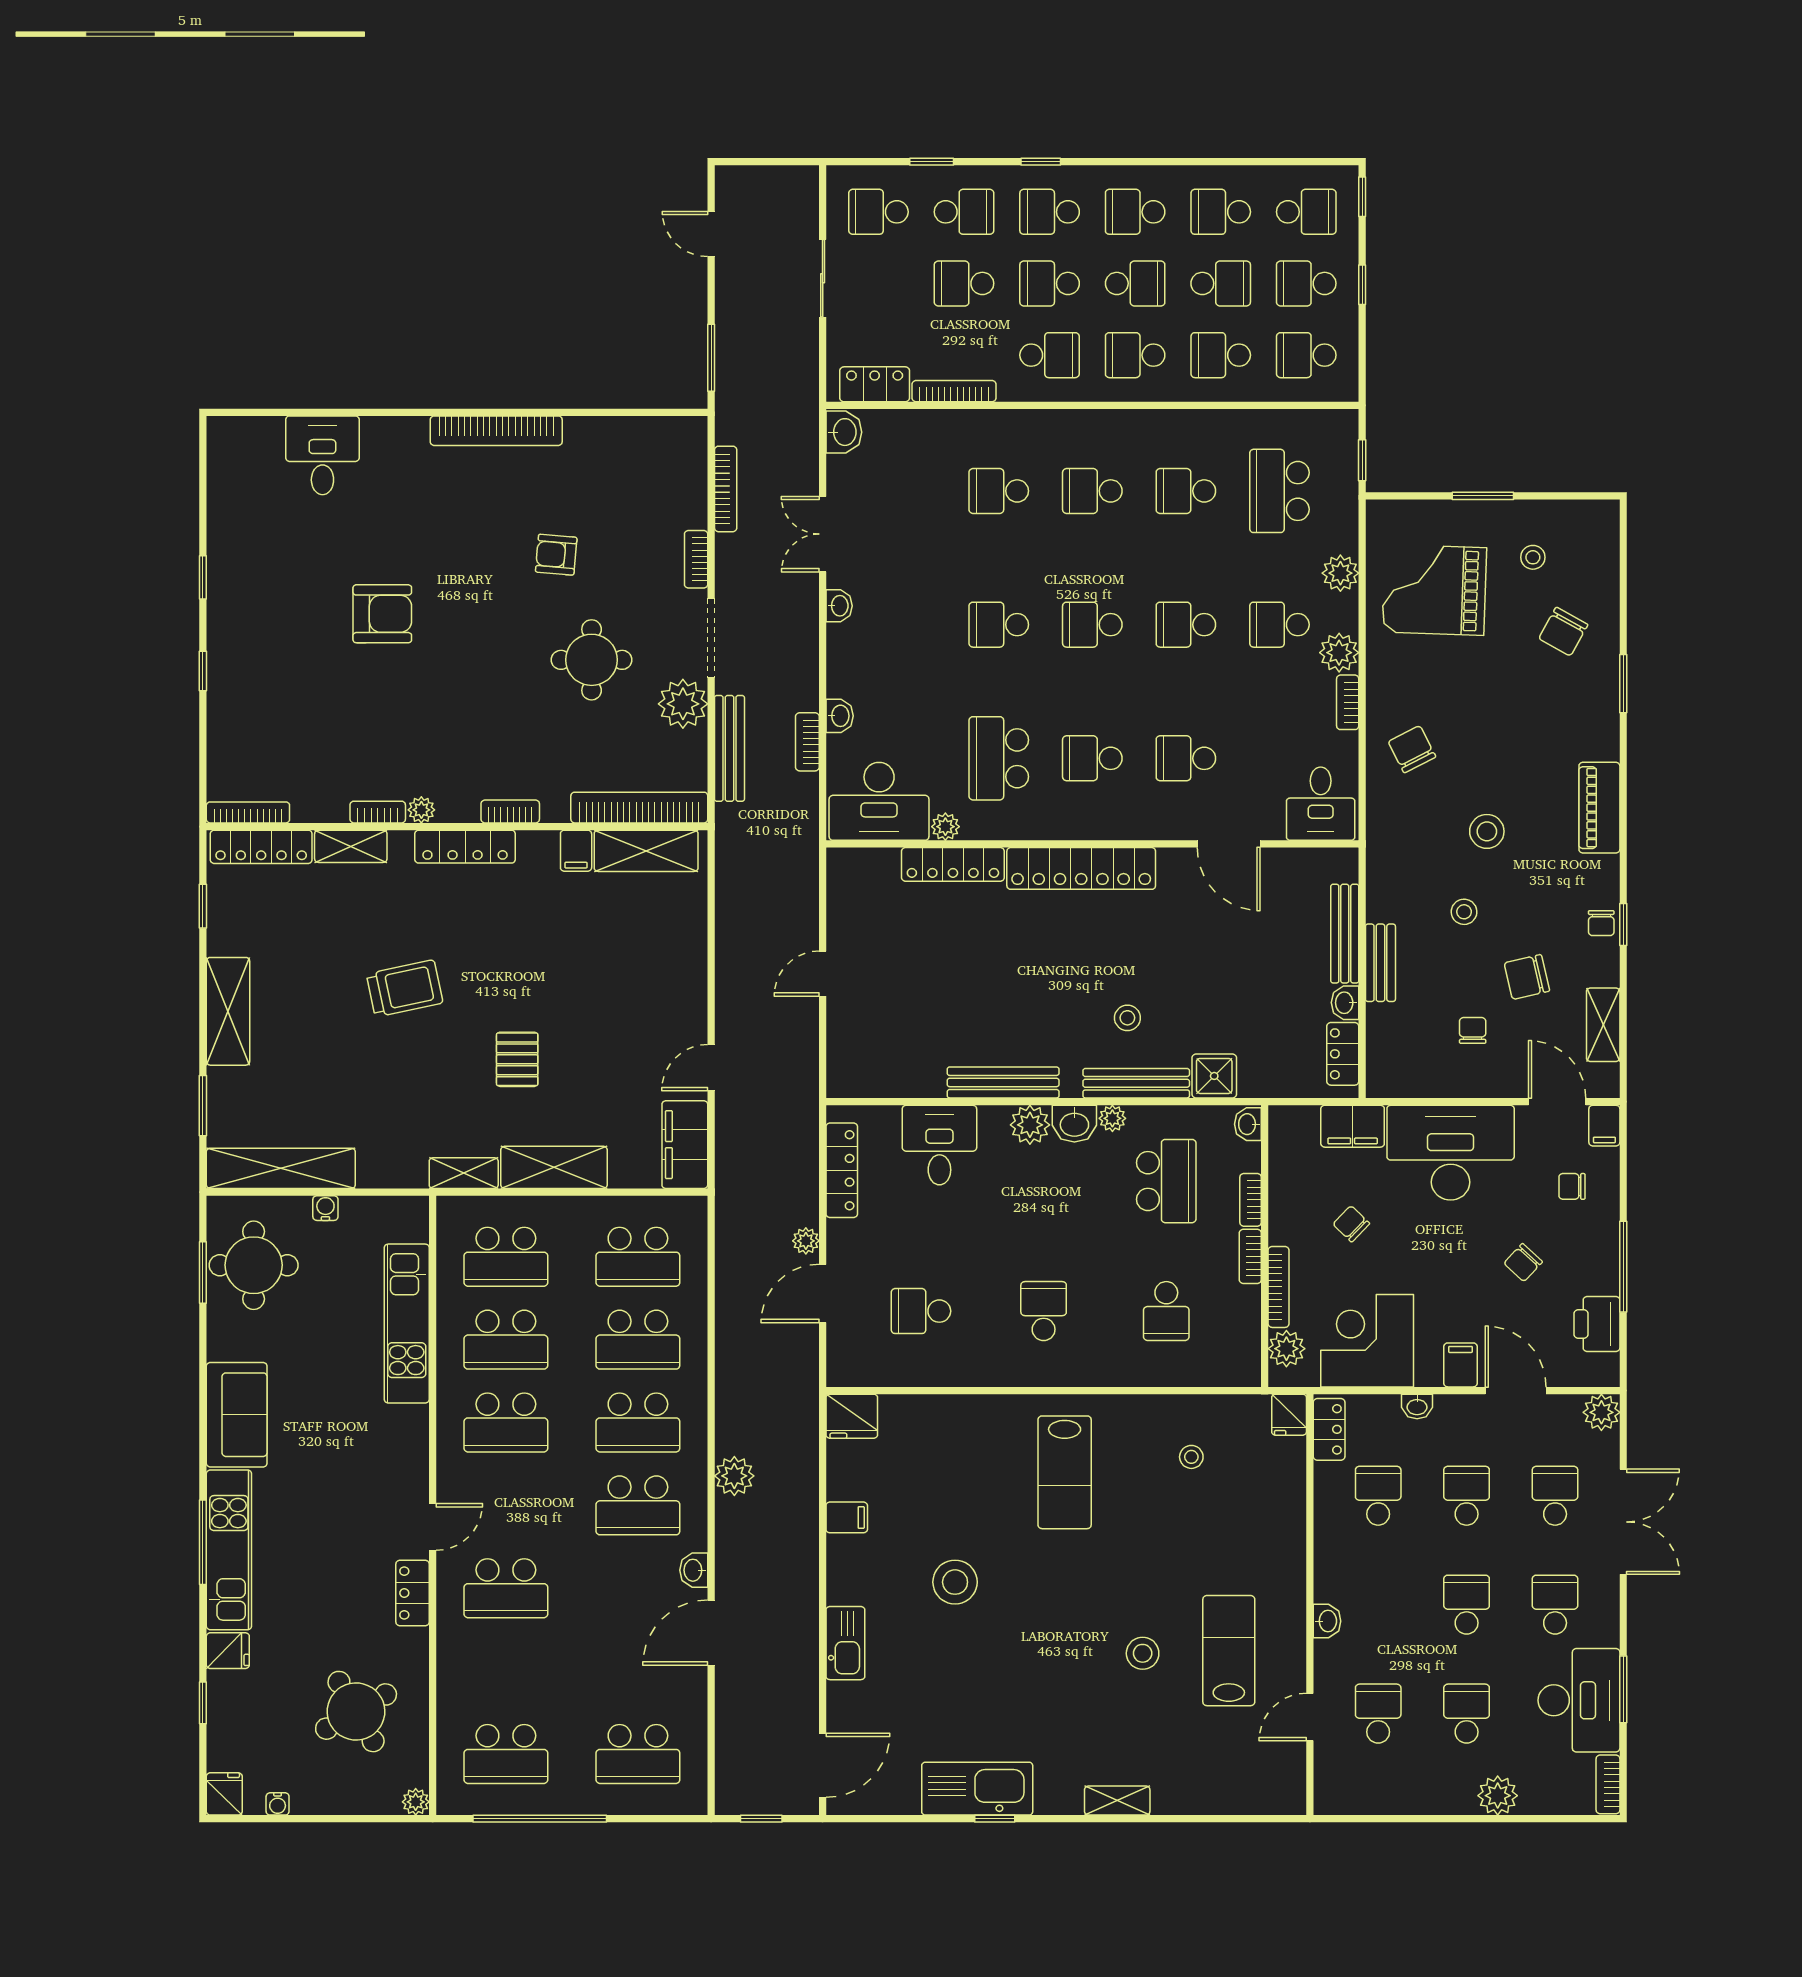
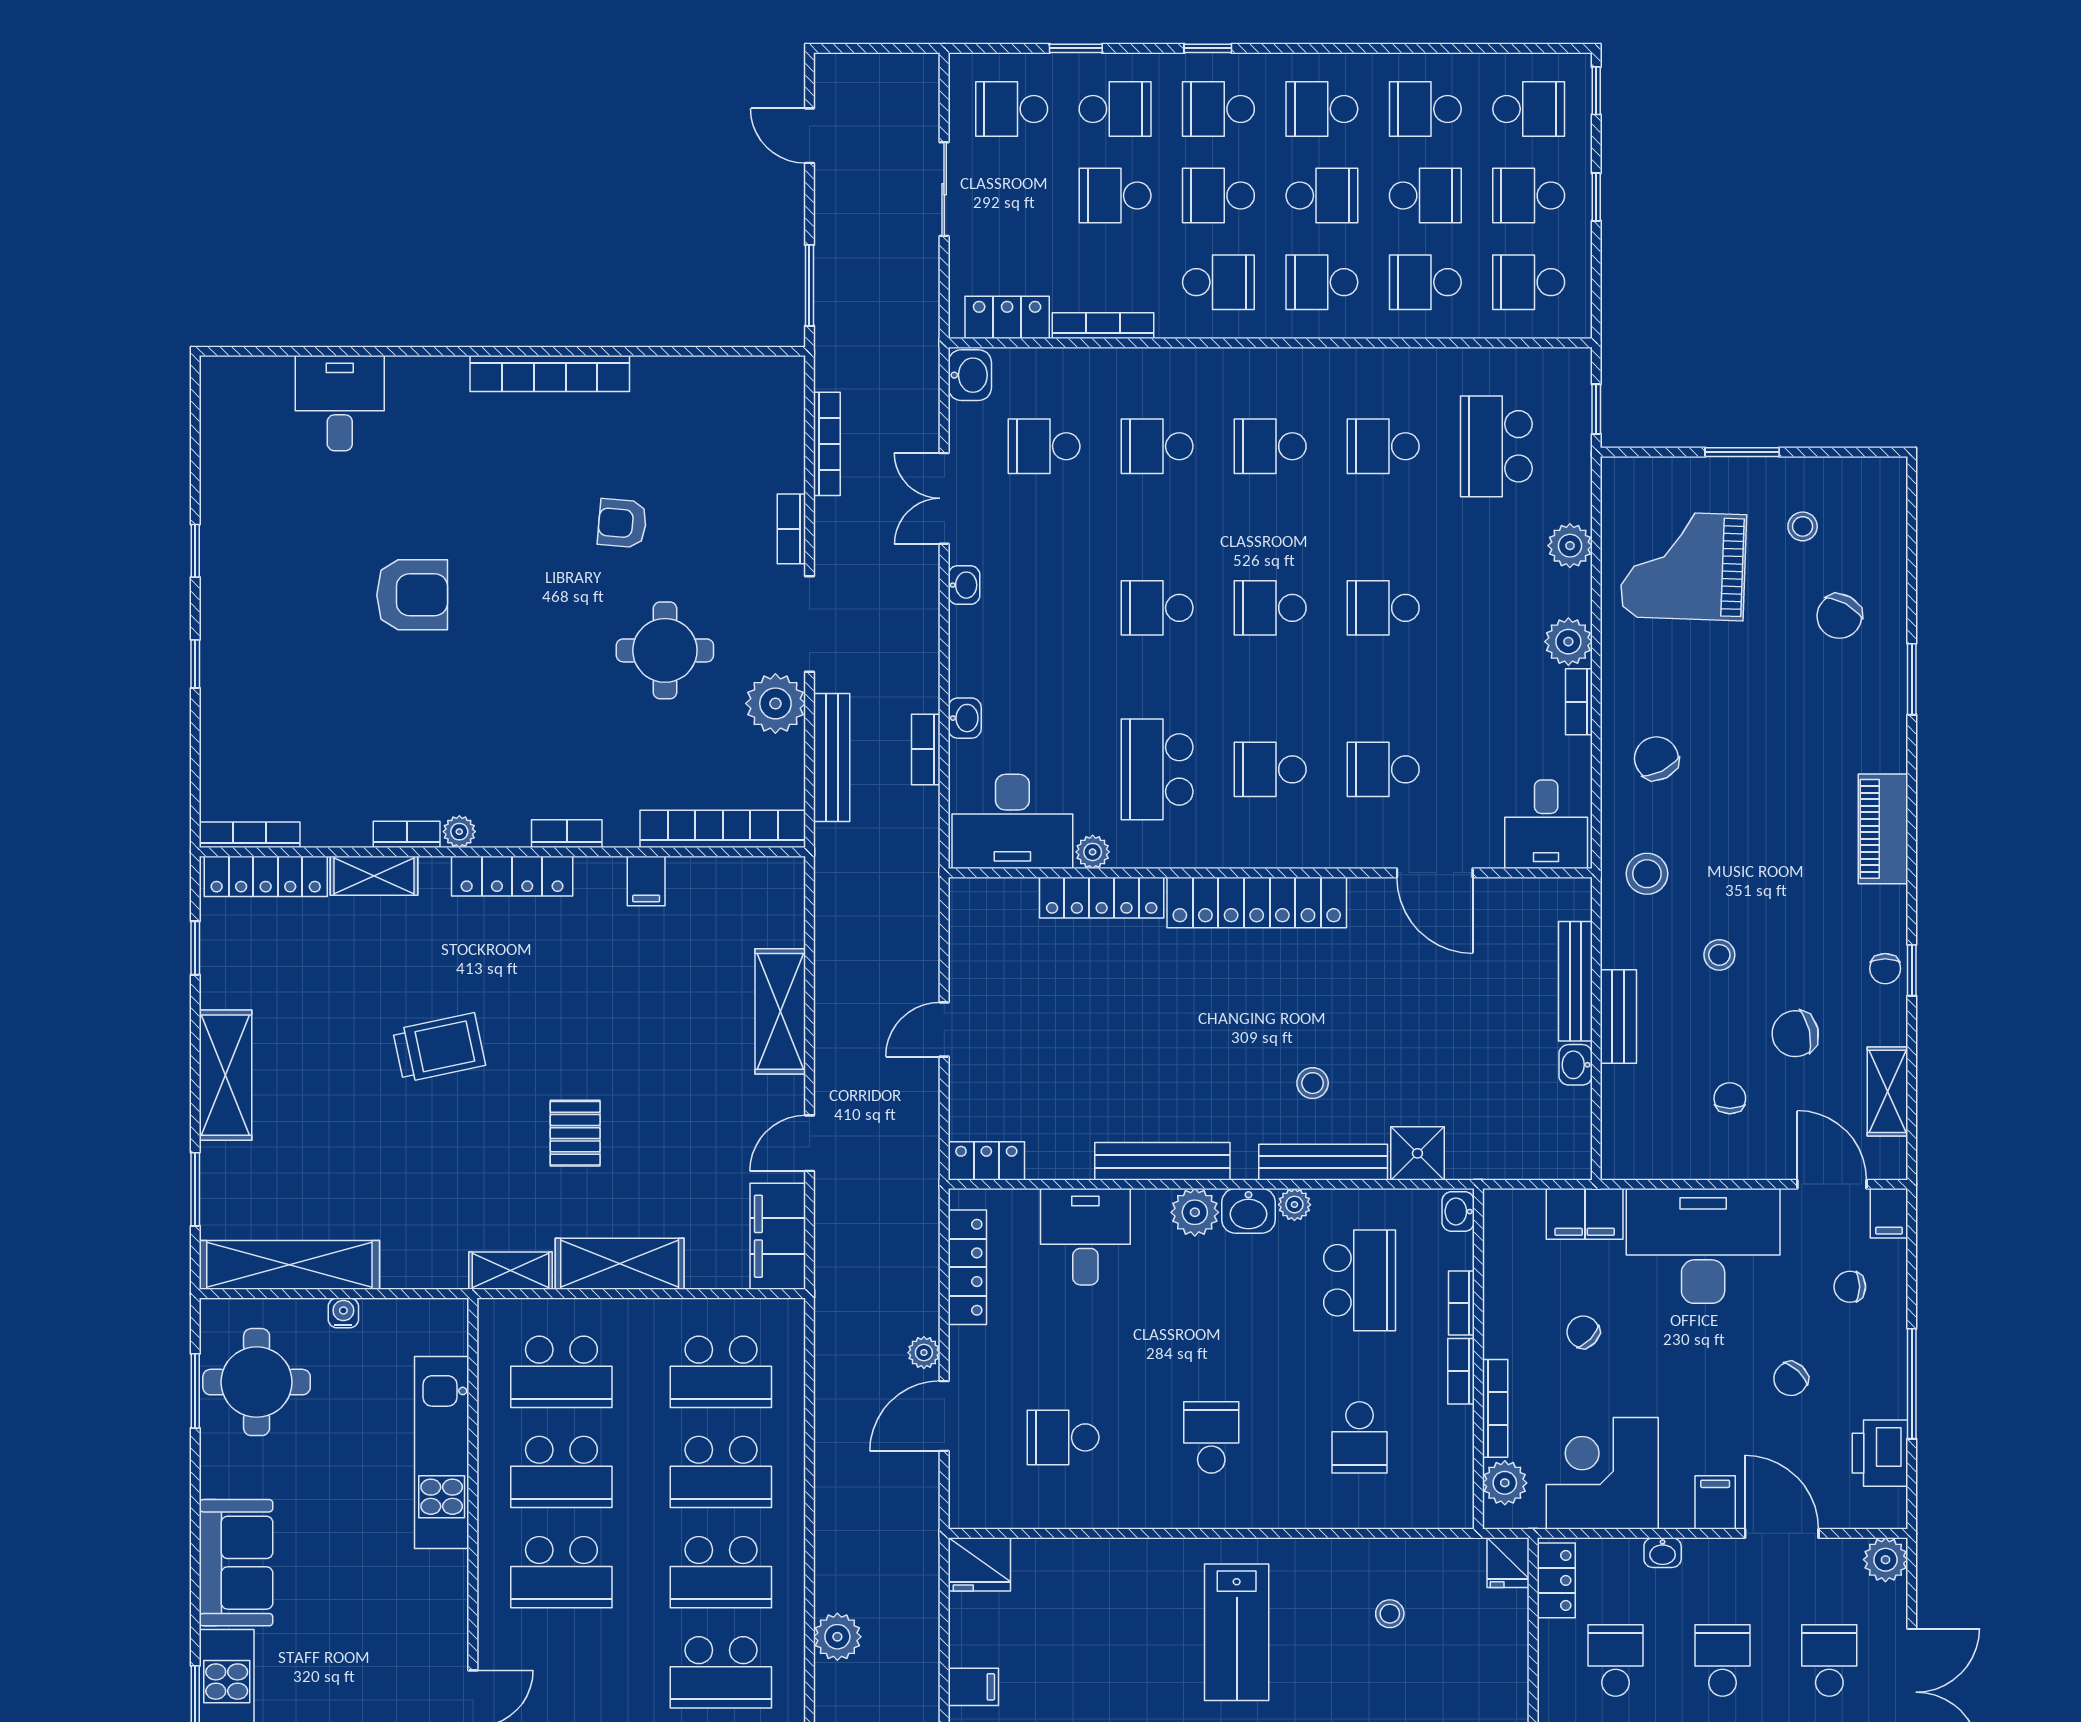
school desk: (1279, 625) -> (1044, 446), moved
stool: (1487, 831) -> (1647, 874), moved
shelving: (646, 851) -> (780, 1011), moved, turned 90
locker: (1343, 1054) -> (986, 1161), moved, turned 90

